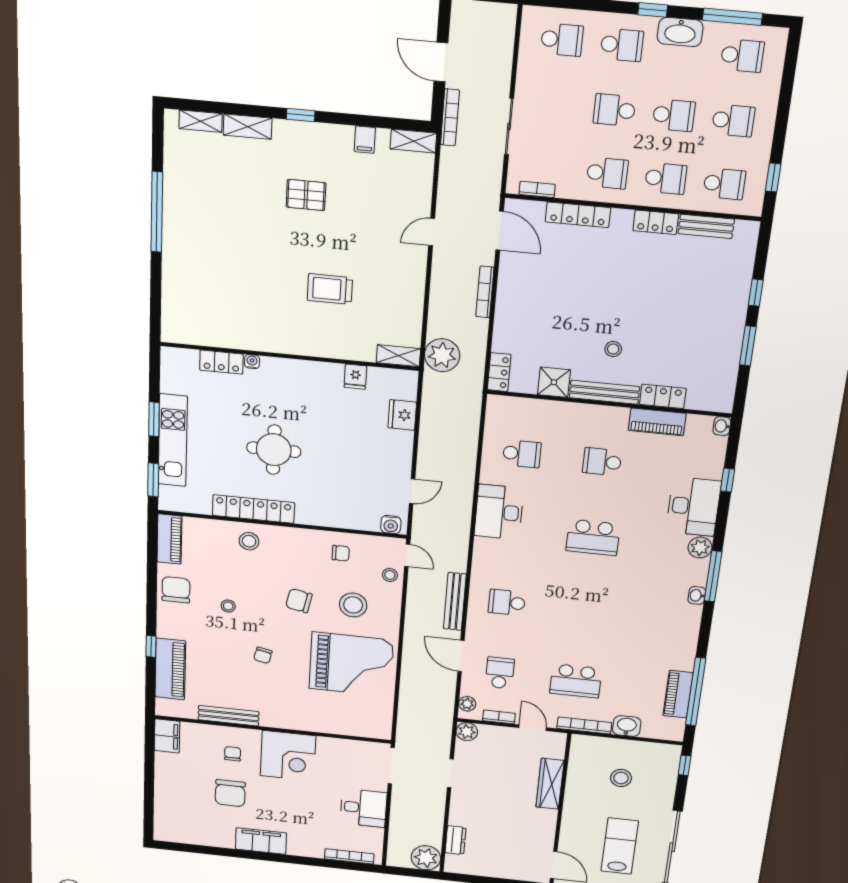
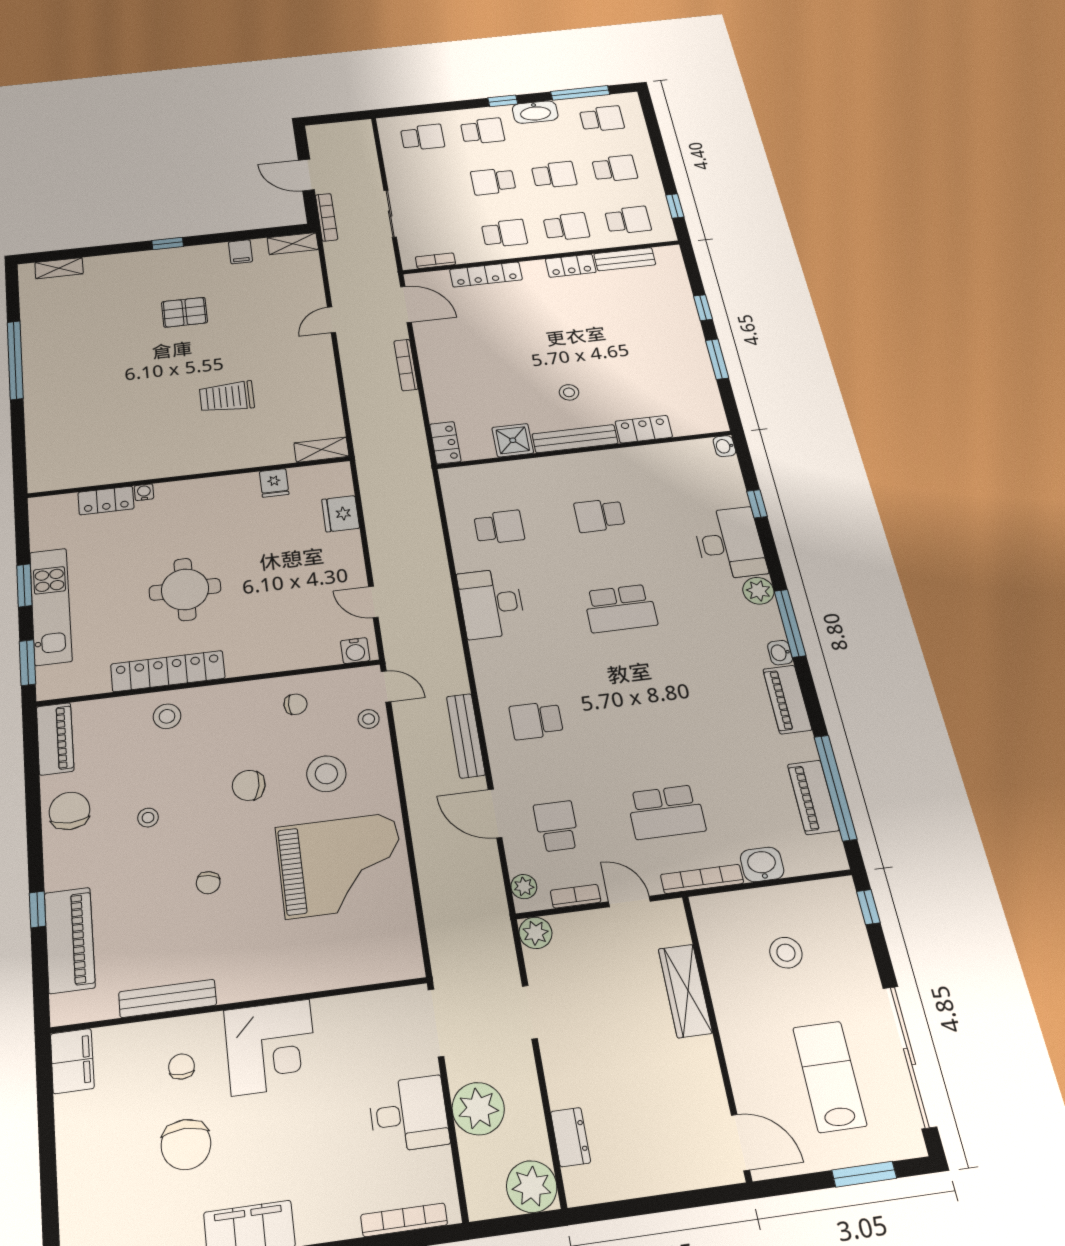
shelving: (248, 127) -> (111, 264), removed
plant: (442, 355) -> (478, 1109), moved
piano: (657, 422) -> (787, 699), moved, turned 90
door: (412, 491) -> (373, 602), swing flipped

